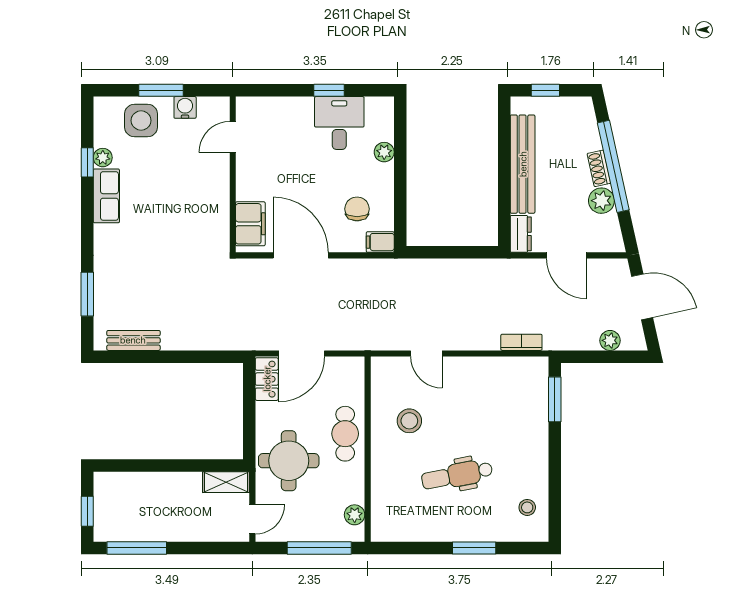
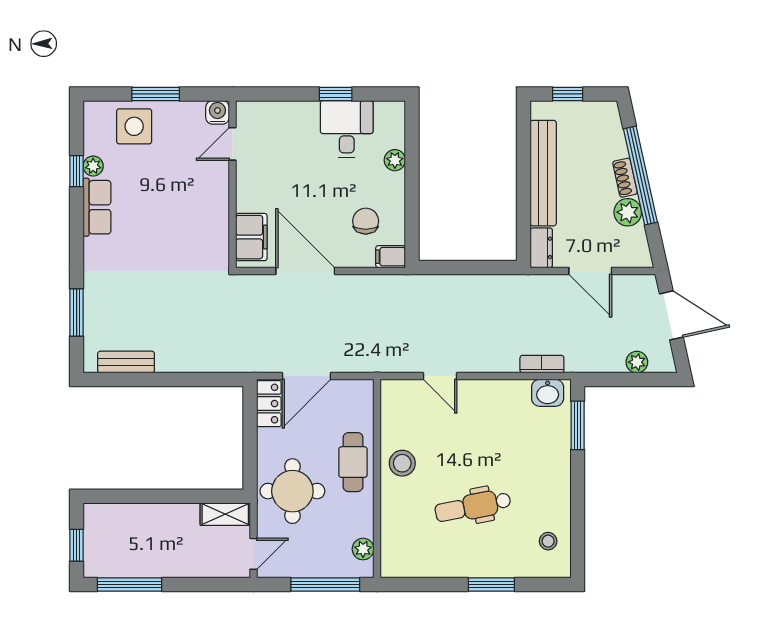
water cooler: (185, 107) -> (217, 112), moved
washbasin: (527, 369) -> (548, 393), added
stool: (409, 421) -> (402, 463), moved

